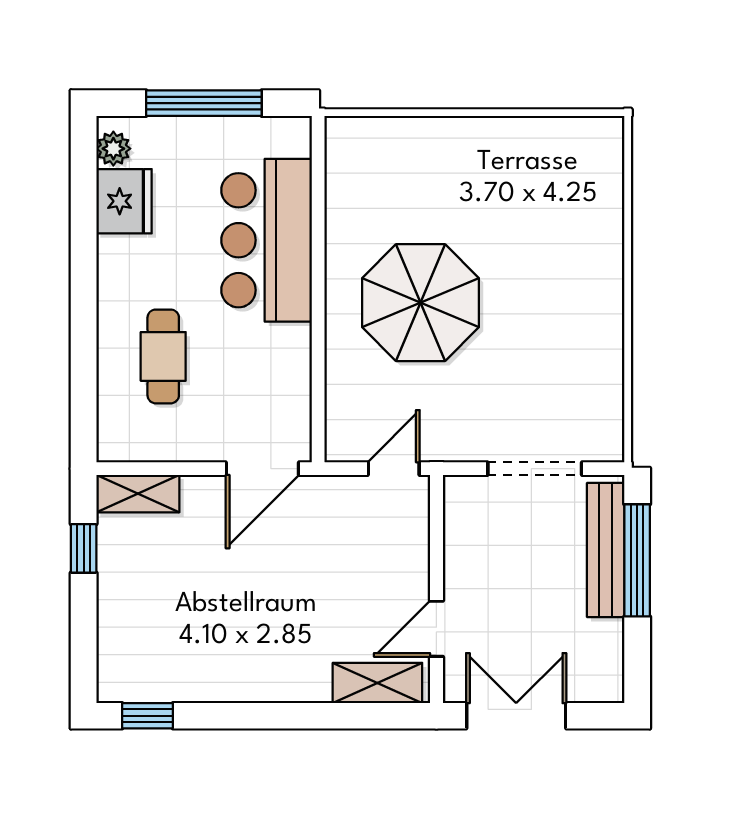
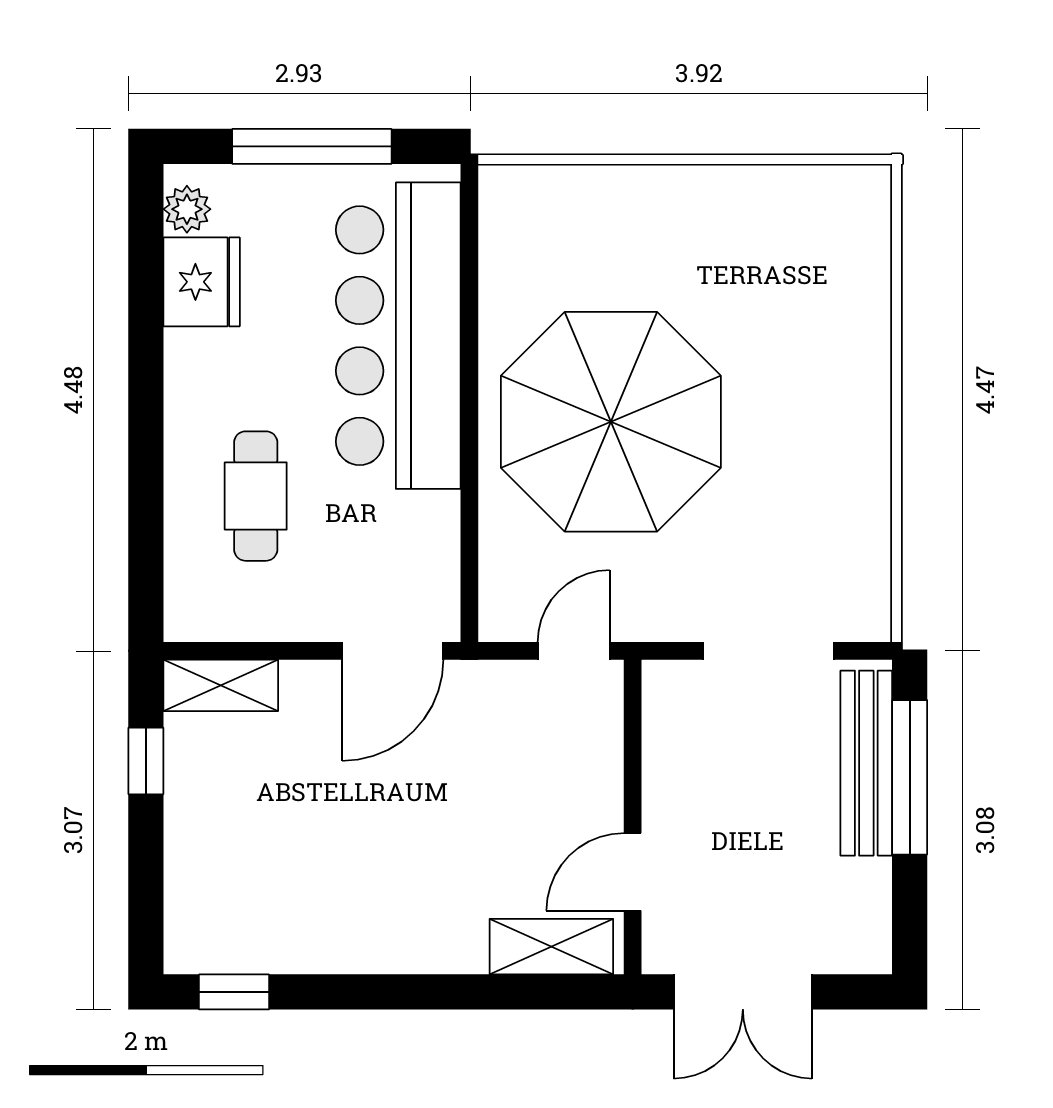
bar counter: (267, 240) -> (398, 336), width x1.36
parasol: (421, 303) -> (611, 422), width x1.36, depth x1.36
double door: (516, 716) -> (743, 992), swing flipped

